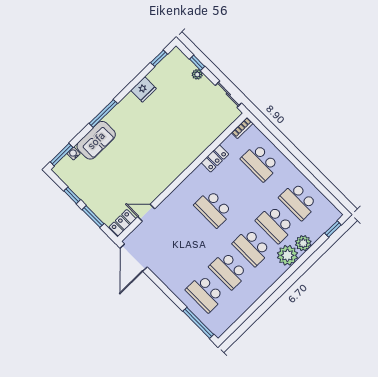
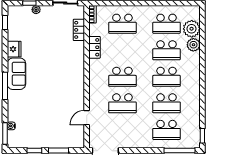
sofa: (96, 140) -> (16, 74), moved
locker: (123, 223) -> (79, 30), moved
window: (333, 229) -> (202, 136), moved
school desk: (190, 232) -> (122, 103), added
plant: (287, 255) -> (192, 29), moved

